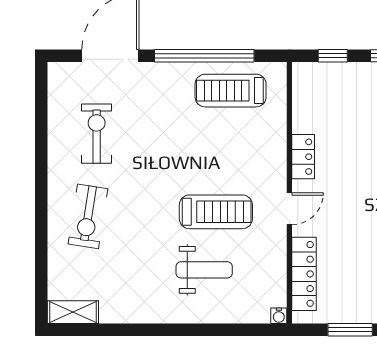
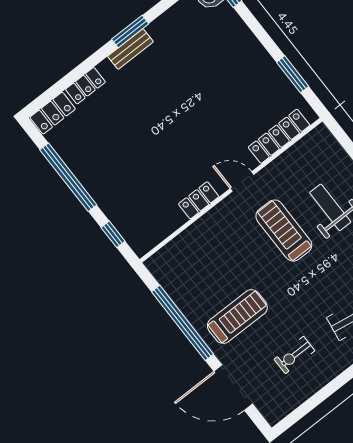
treadmill: (231, 91) -> (237, 317), moved, turned -90
exercise bike: (97, 134) -> (294, 355), width x0.73, depth x0.72
water cooler: (279, 316) -> (321, 131), removed

